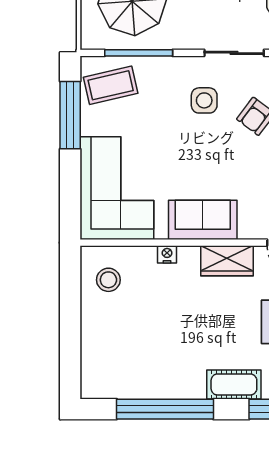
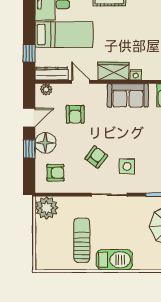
nightstand: (167, 254) -> (136, 75), moved

